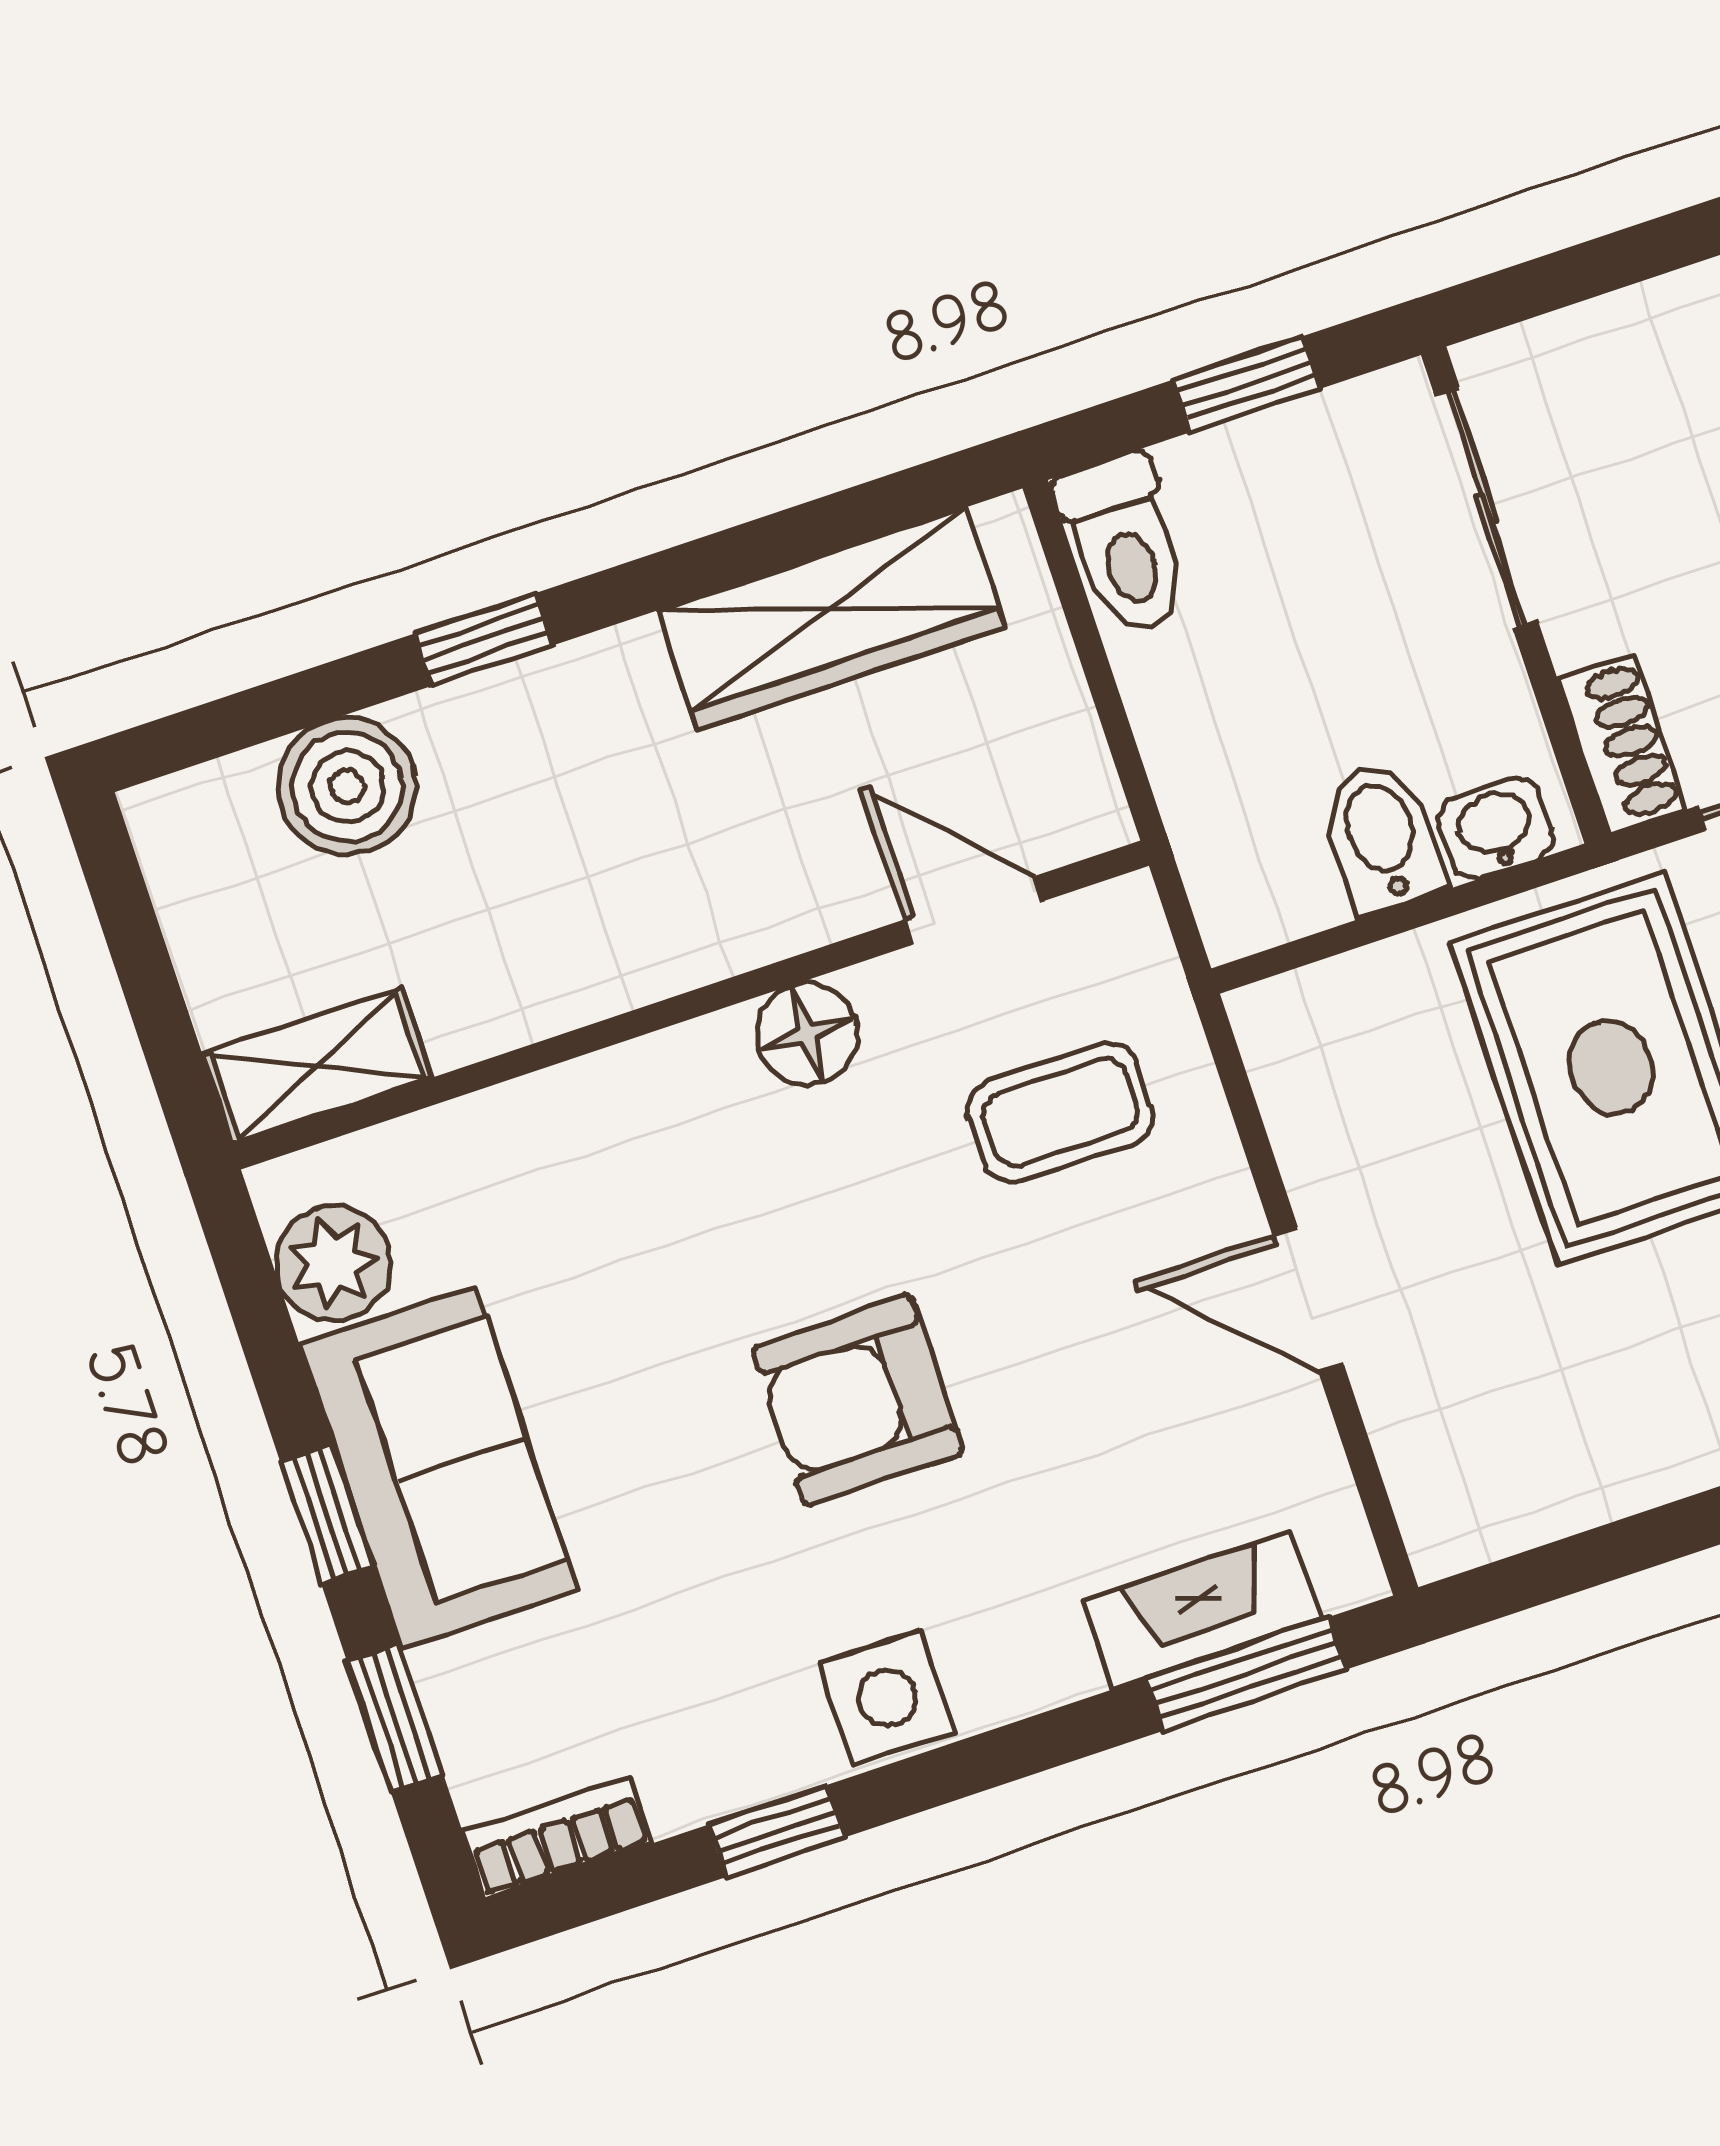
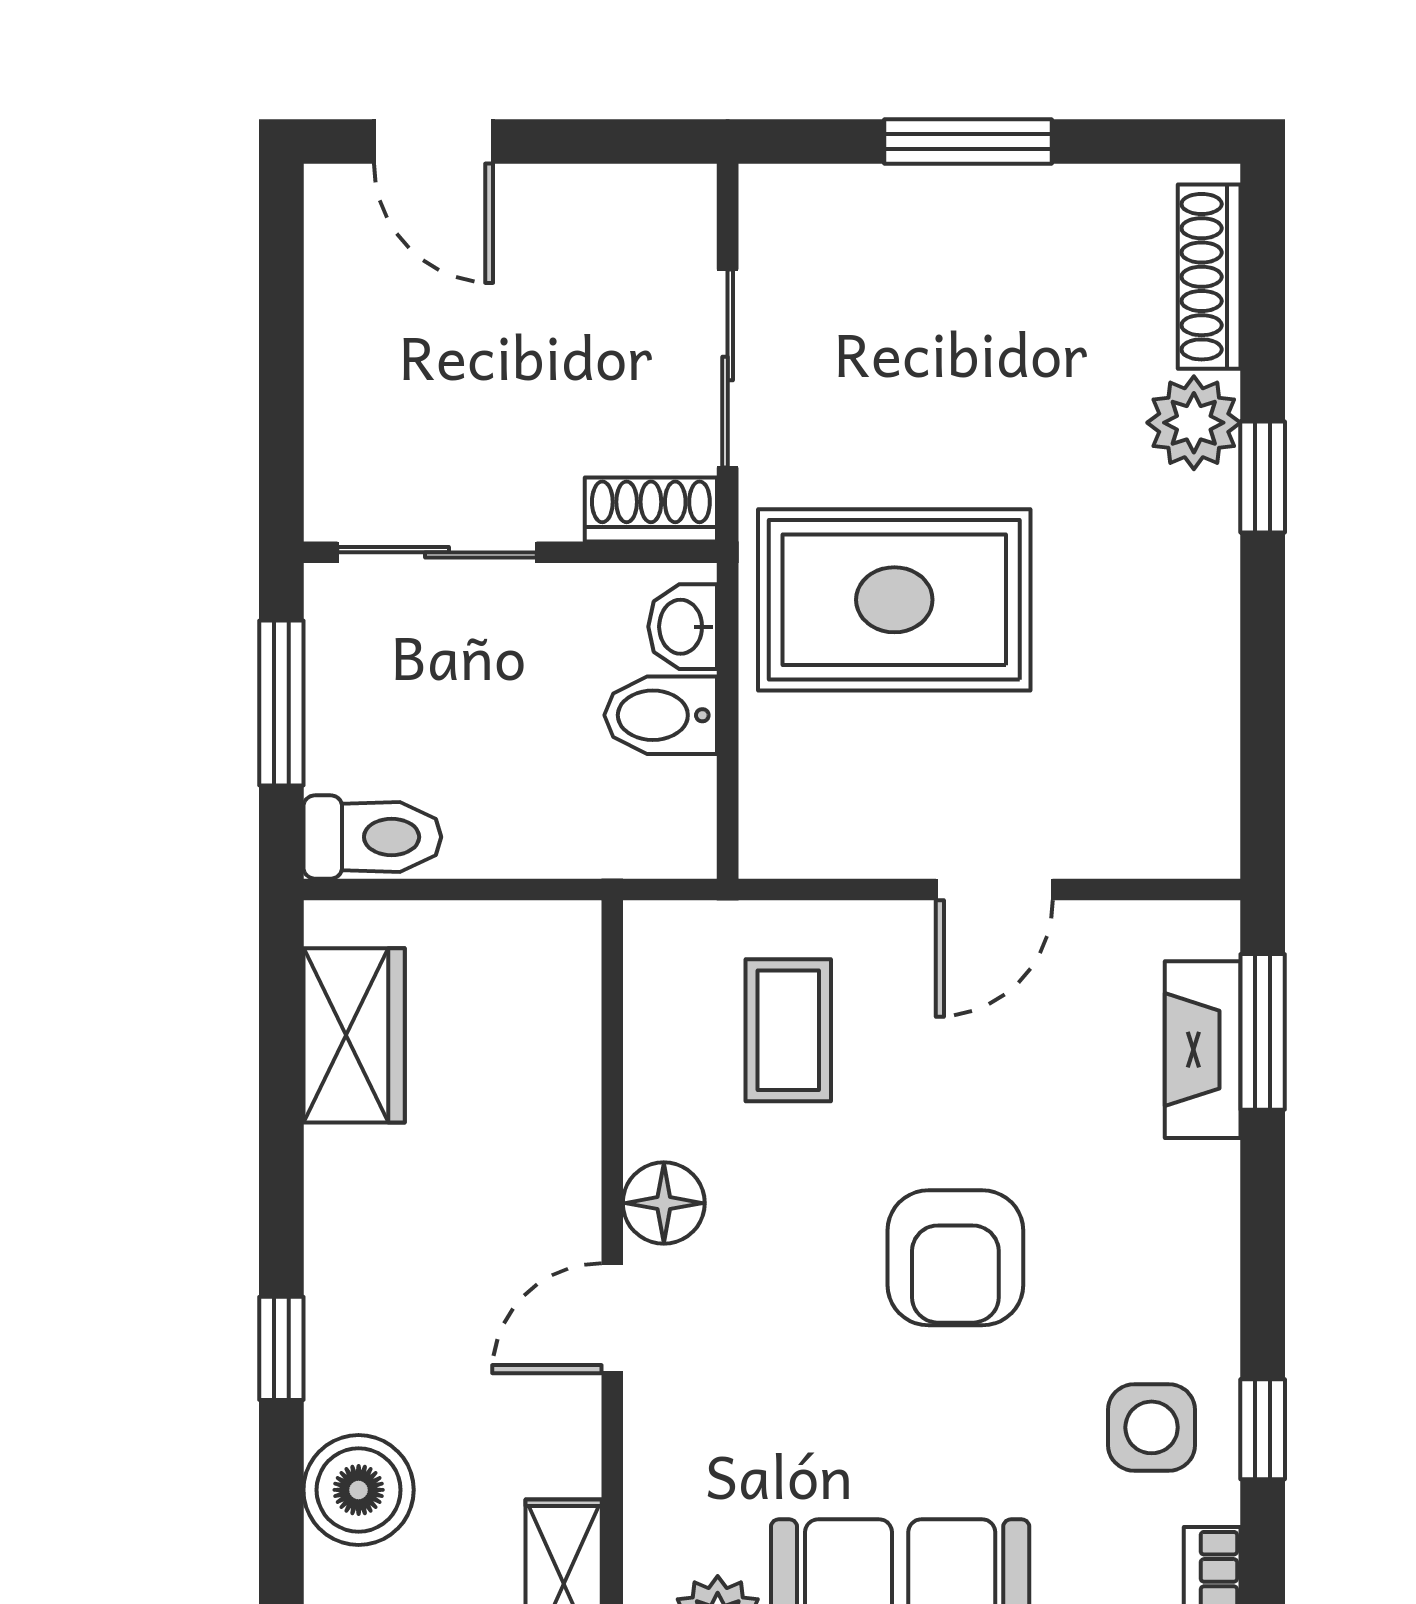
window: (1247, 384) -> (281, 703), width x1.50
wardrobe: (831, 619) -> (354, 1035), width x0.67
door: (973, 911) -> (612, 1318), moved
side table: (887, 1698) -> (1152, 1427), moved

